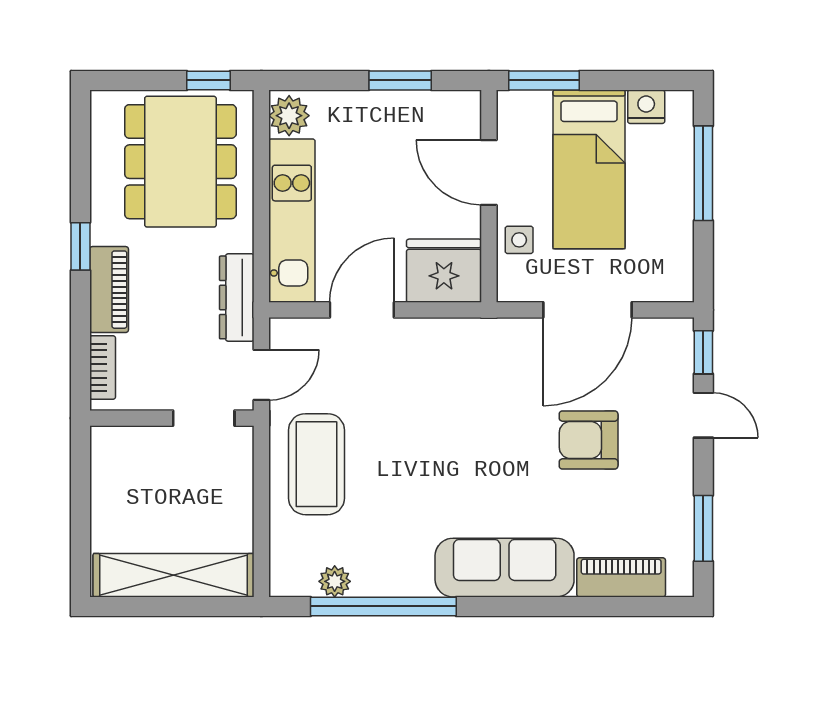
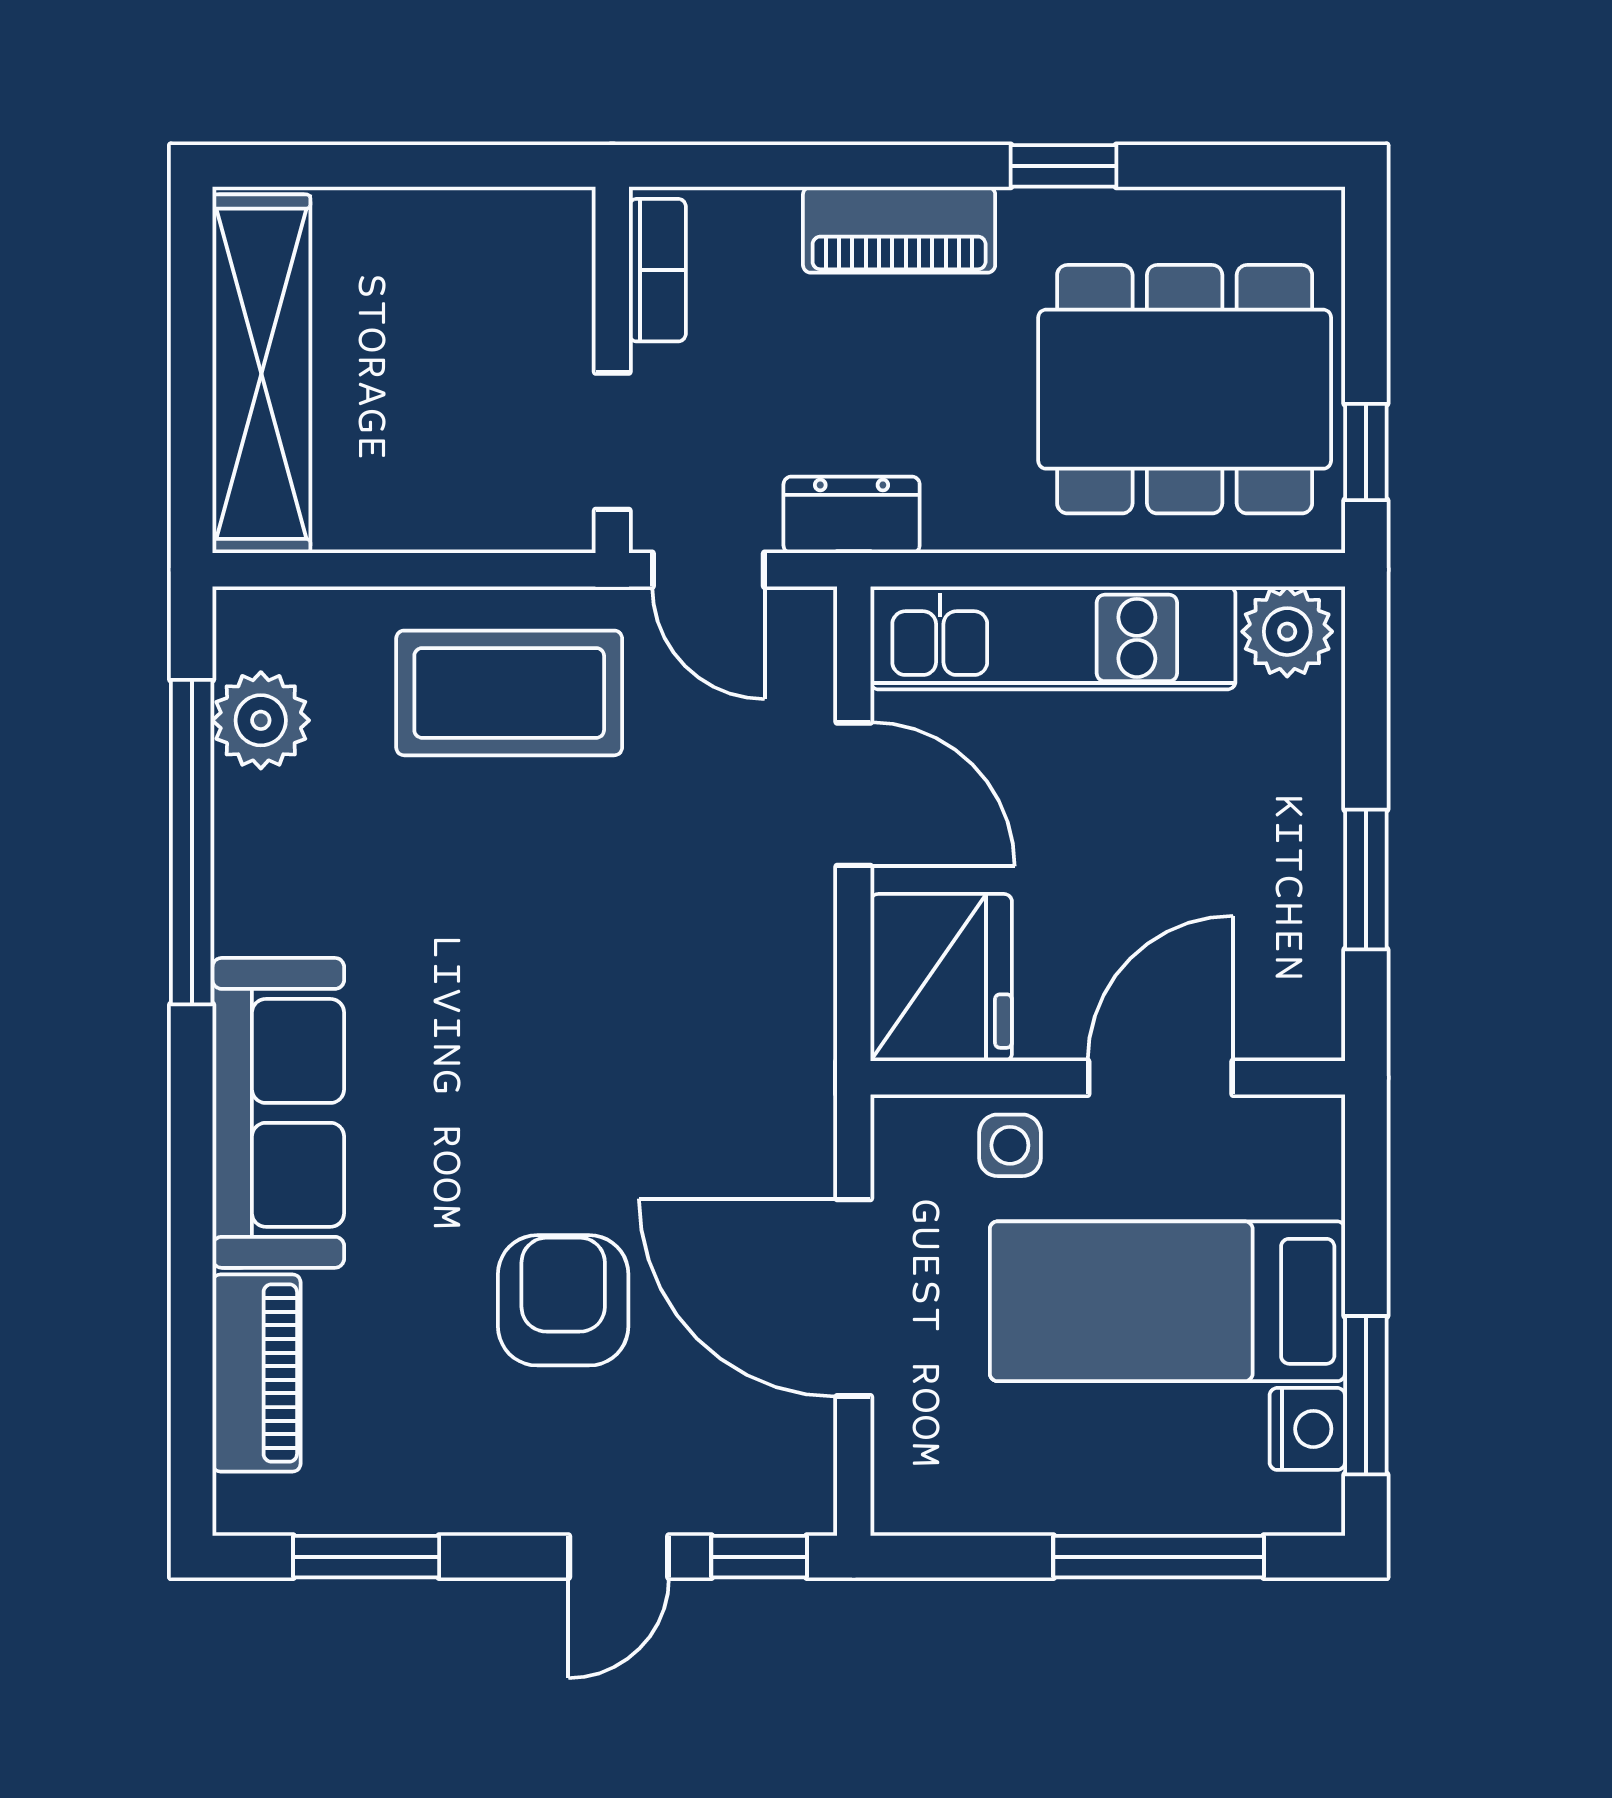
window: (544, 80) -> (1366, 1395), moved
window: (80, 246) -> (1063, 166), moved
dresser: (237, 297) -> (852, 515), width x0.70
bookcase: (103, 368) -> (657, 270), moved, turned -90
plant: (335, 581) -> (261, 720), width x1.38, depth x1.38

